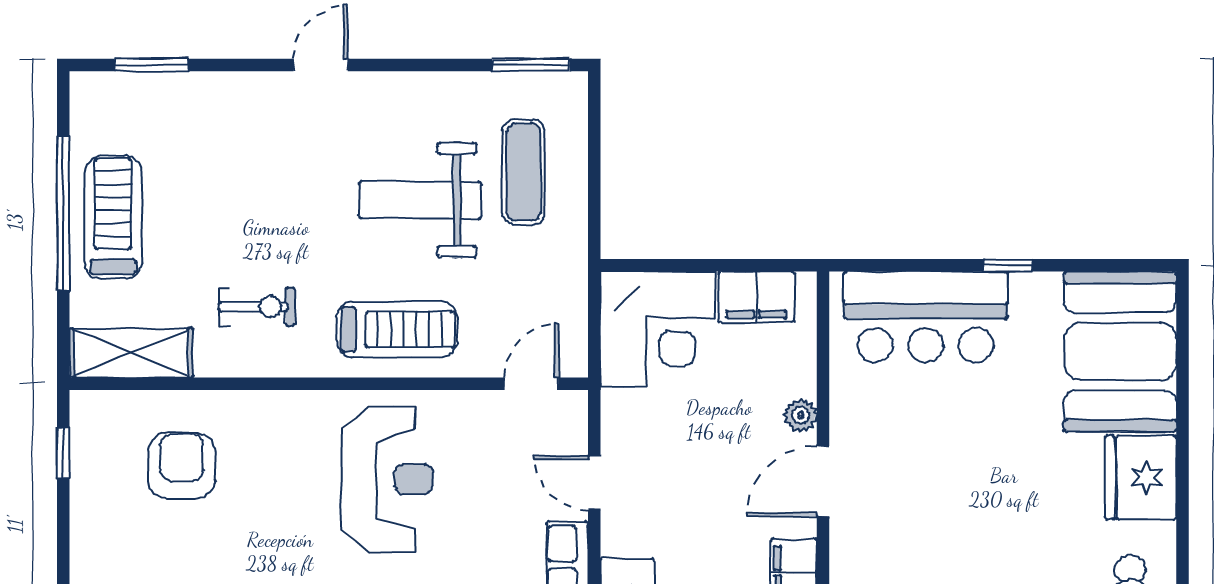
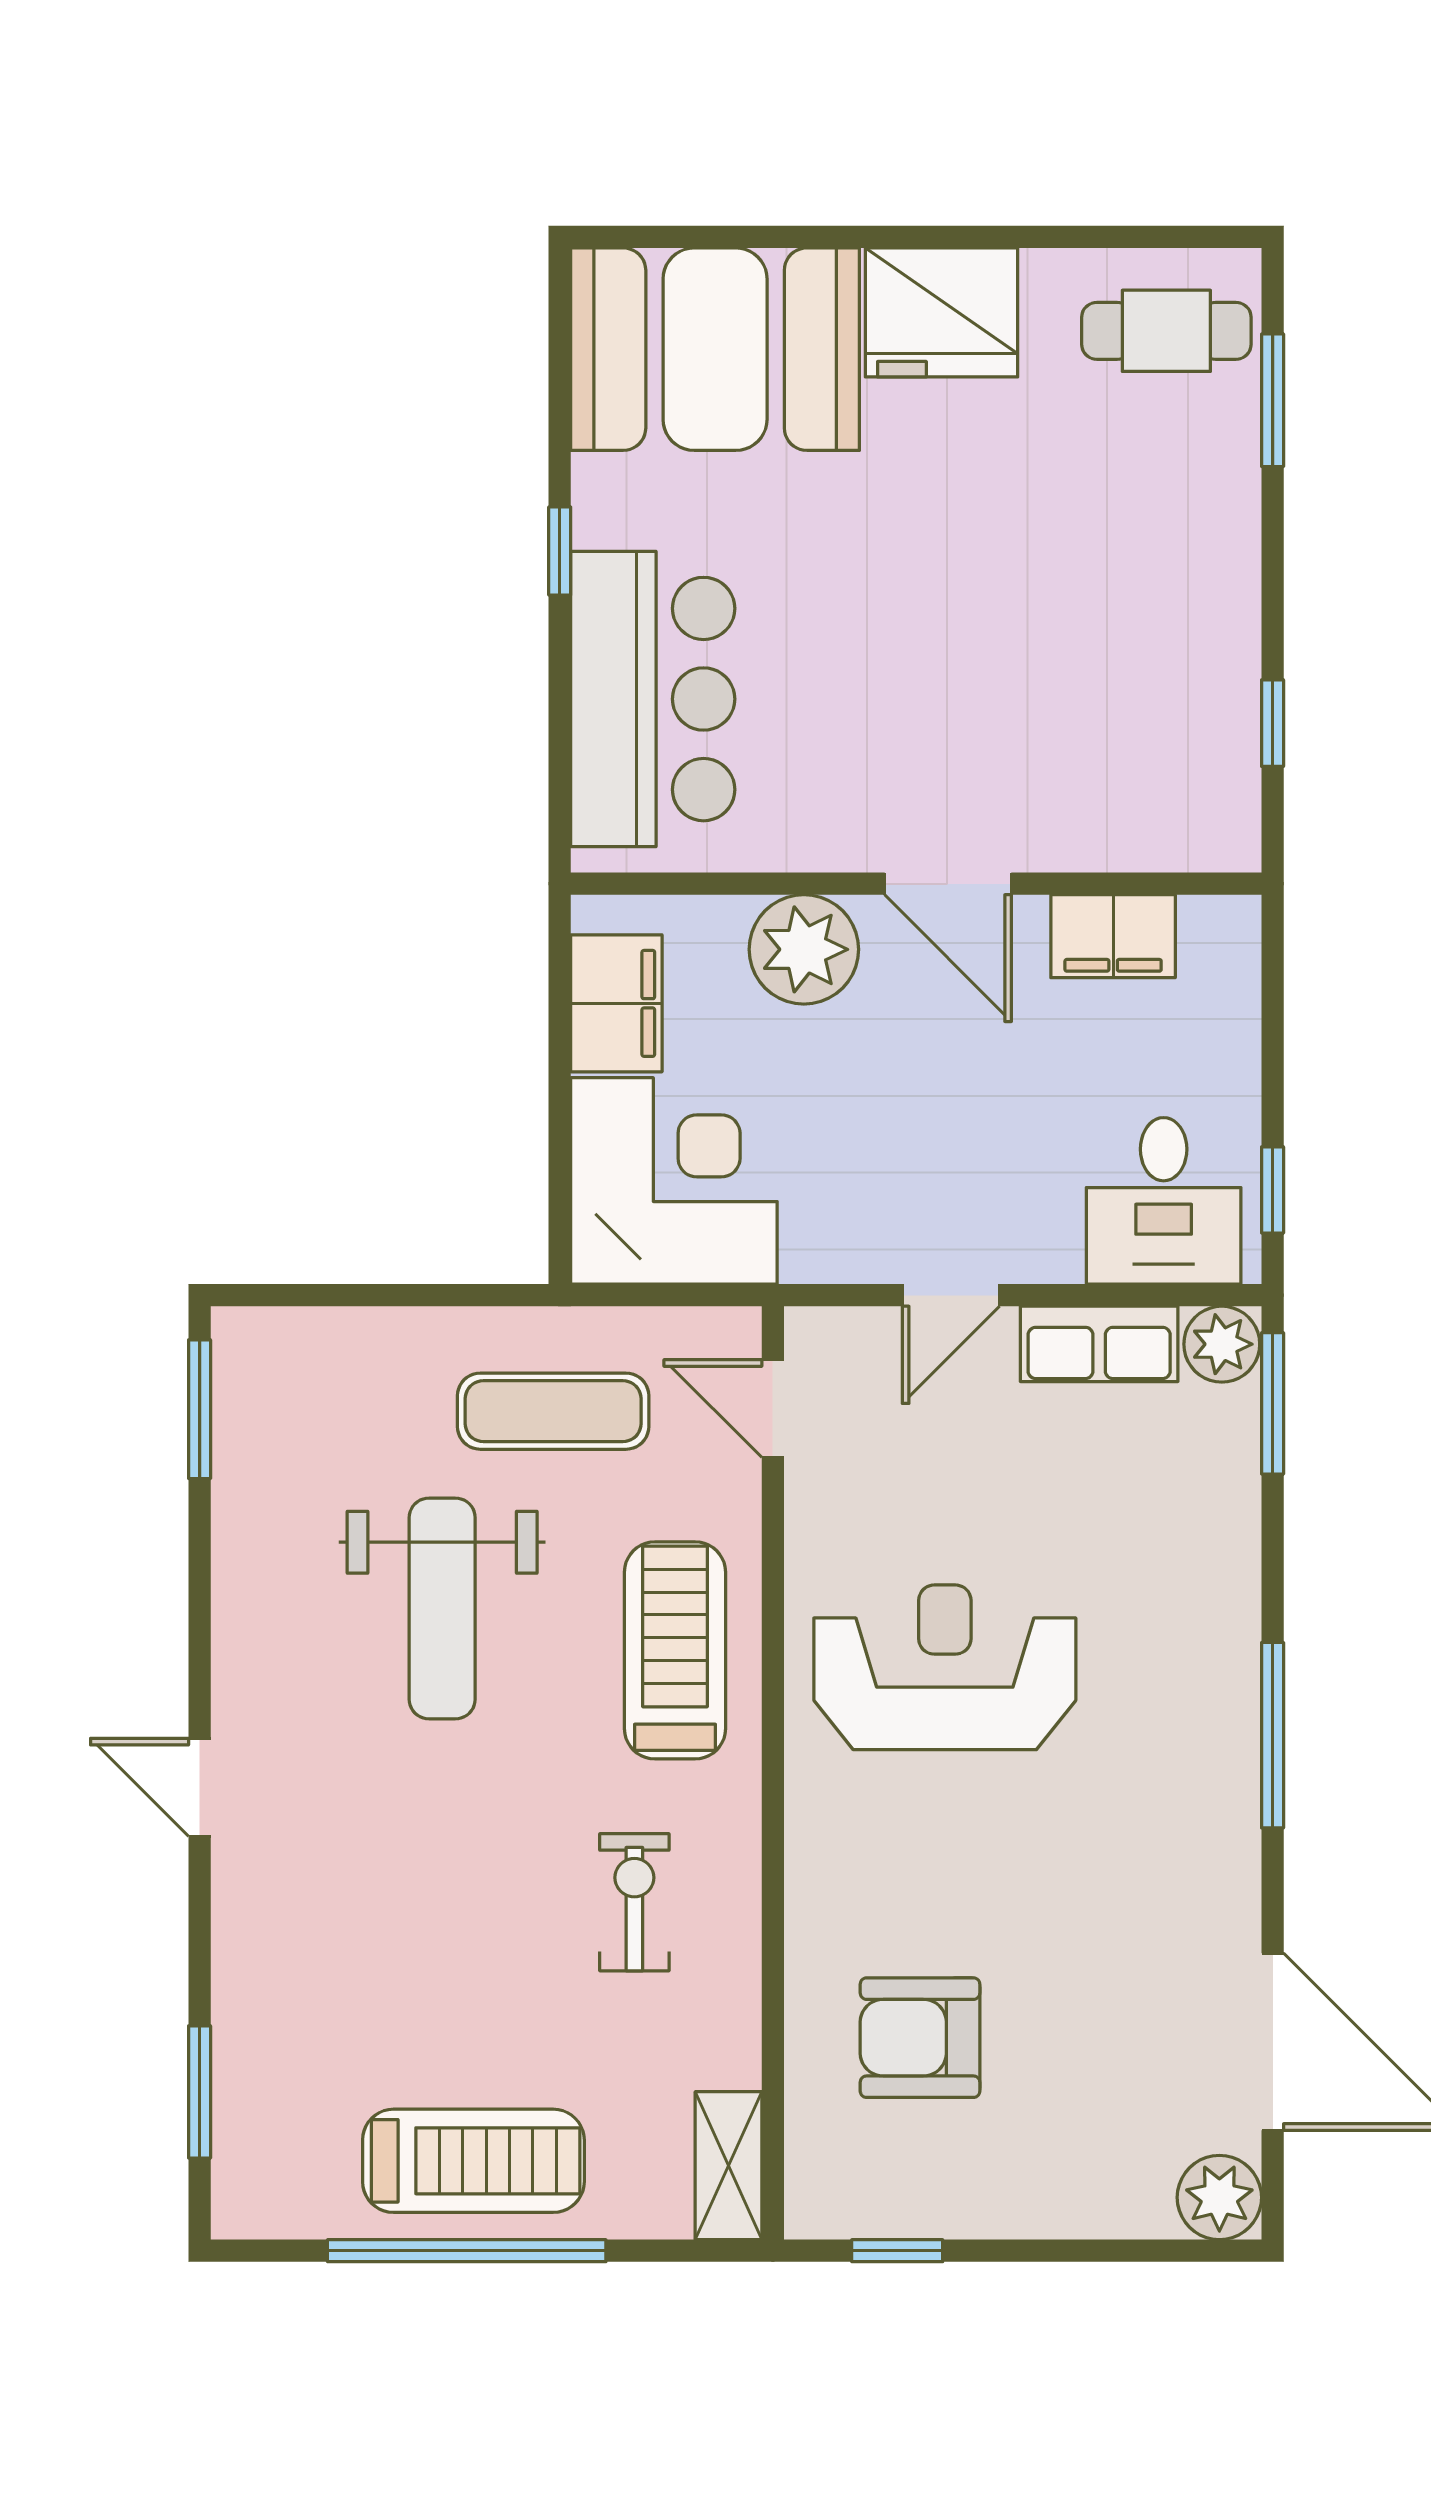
exercise mat: (523, 172) -> (553, 1411), moved
treadmill: (113, 217) -> (473, 2161), turned 180
shelving: (131, 353) -> (728, 2166), width x0.67, depth x0.75
plant: (801, 415) -> (804, 949), width x1.88, depth x1.88

